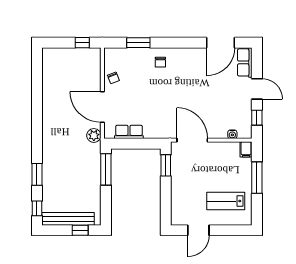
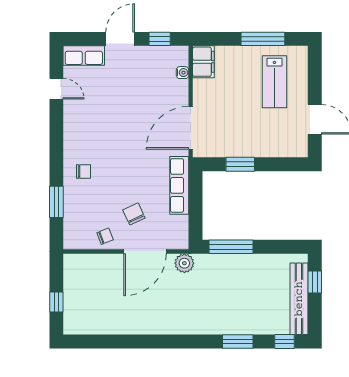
window: (82, 43) -> (56, 302), moved
door: (221, 43) -> (56, 89), width x0.53
chair: (130, 99) -> (134, 214), added
row of seats: (129, 132) -> (179, 185), moved, width x1.48
filing cabinet: (246, 149) -> (203, 62), width x2.00
window: (166, 165) -> (240, 164), moved
window: (257, 178) -> (263, 39), moved

